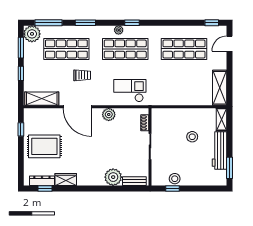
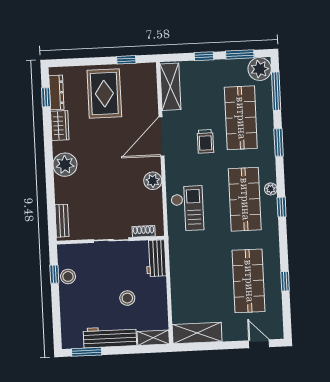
window: (212, 23) -> (285, 281), moved
workbench: (164, 115) -> (156, 258), added
plant: (113, 177) -> (65, 165), moved

